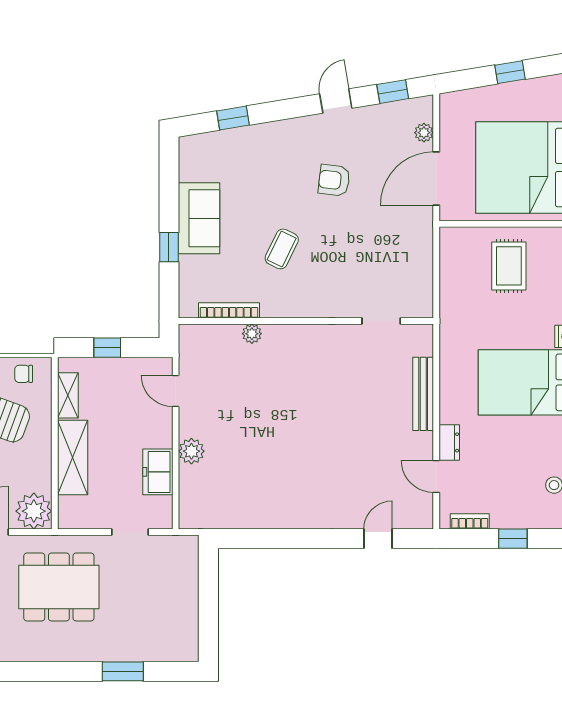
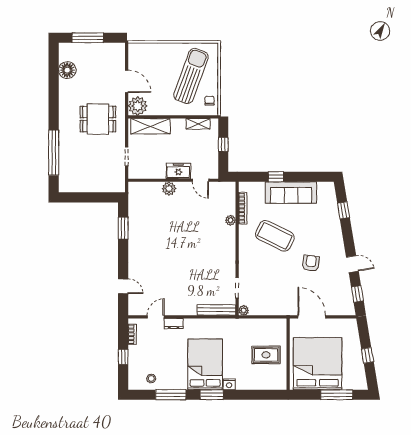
plant: (424, 133) -> (244, 310), moved
sofa: (199, 218) -> (291, 193), width x1.36
coffee table: (282, 249) -> (275, 236), width x1.86, depth x1.72
door: (176, 391) -> (200, 180), swing flipped
bench: (423, 394) -> (216, 310), moved
shelving: (73, 457) -> (150, 126), moved
freezer: (158, 472) -> (178, 171), moved
window: (267, 539) -> (123, 228), added
dining table: (59, 587) -> (98, 119), width x0.73
window: (123, 671) -> (54, 153), width x2.11

